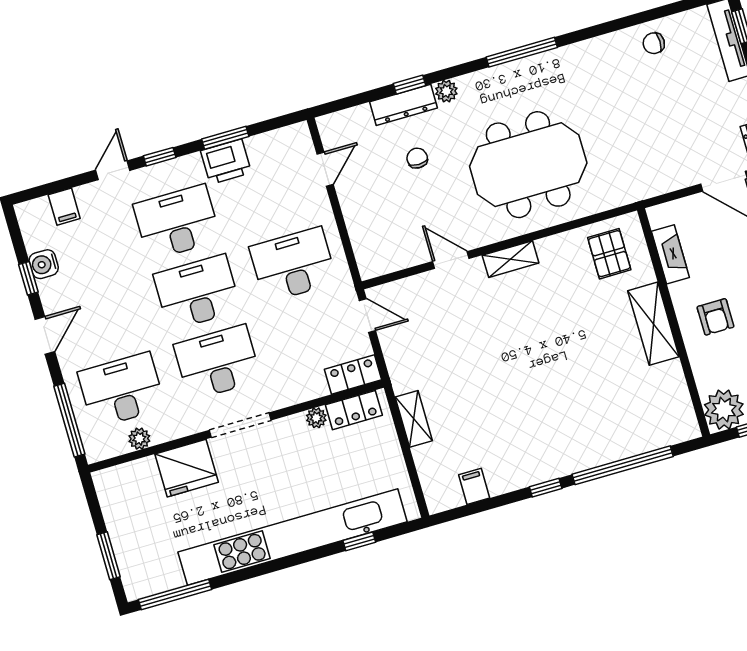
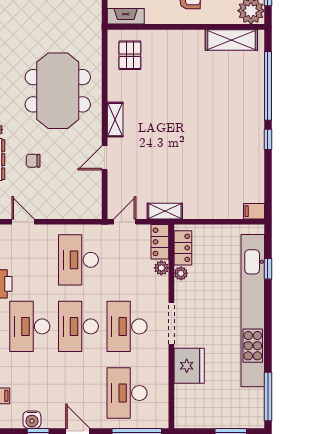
pallet: (609, 254) -> (130, 55), turned 90
fireplace: (670, 254) -> (126, 16), moved
shelving: (653, 324) -> (231, 40), moved
shelving: (414, 419) -> (165, 211), moved
plant: (139, 439) -> (161, 268), moved
filing cabinet: (474, 486) -> (254, 211), moved

